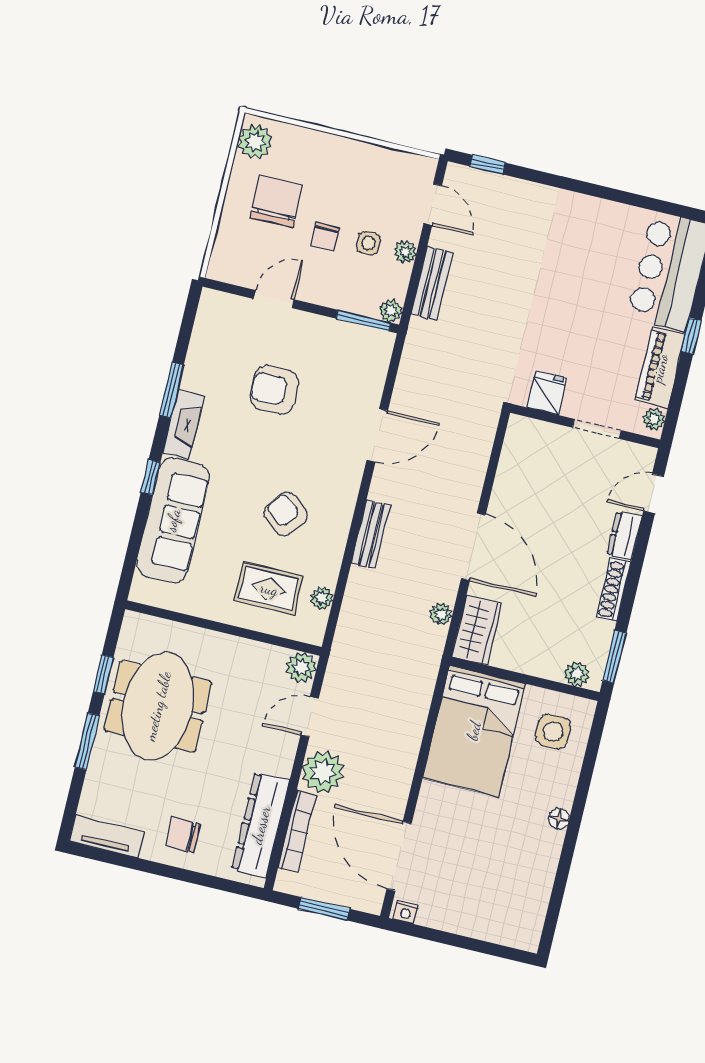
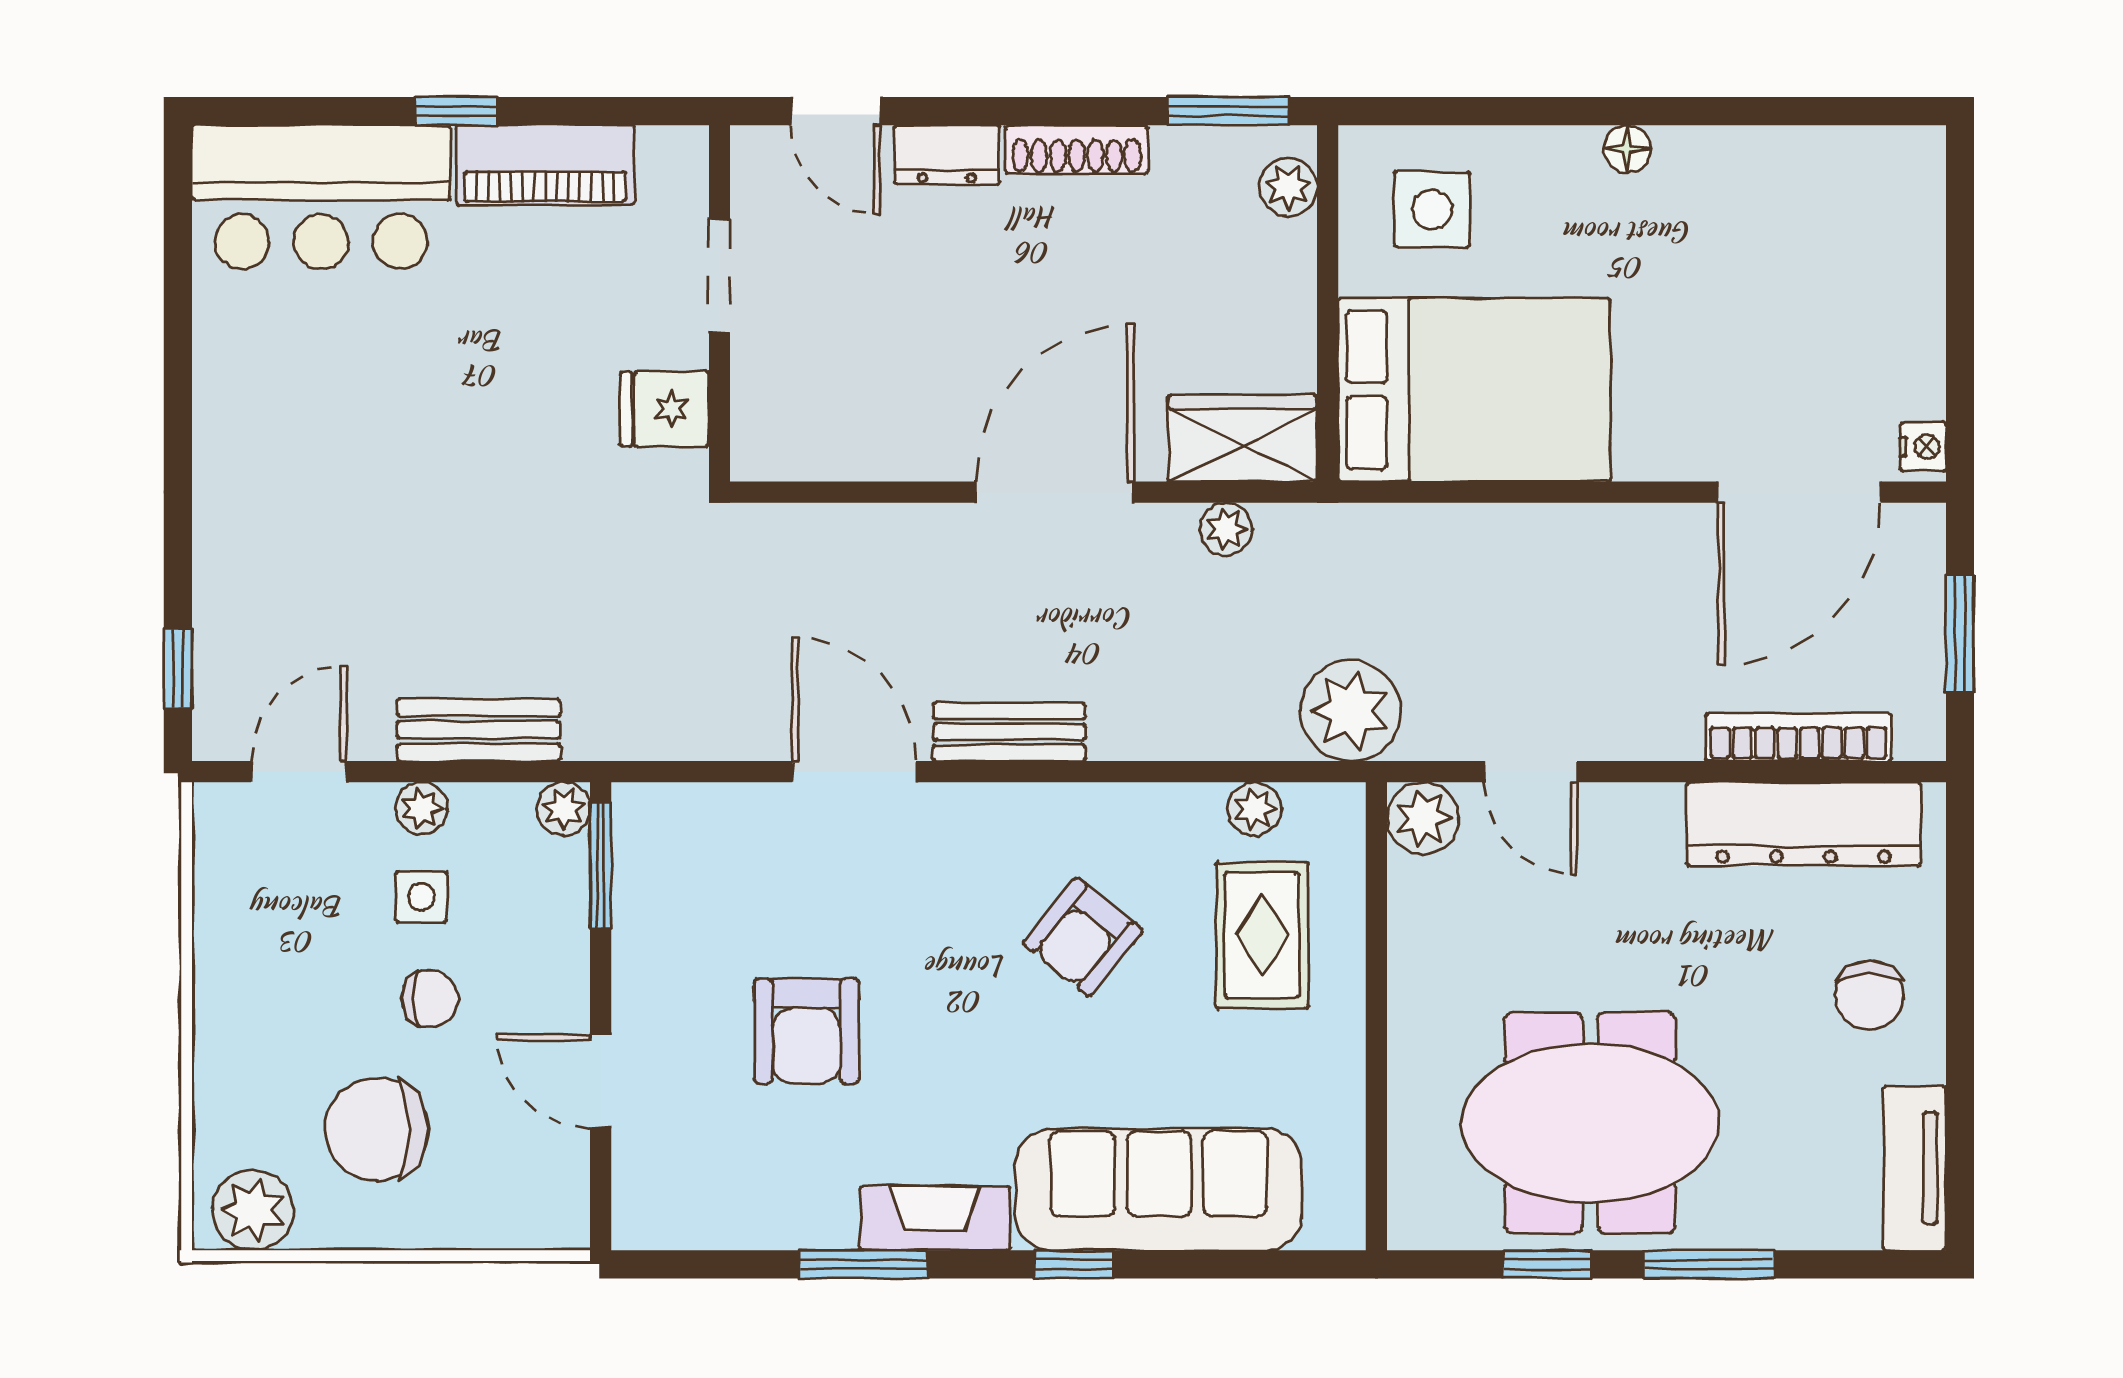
plant: (654, 419) -> (666, 151), removed
bench: (371, 534) -> (1009, 732), moved
plant: (323, 772) -> (1351, 711), moved

